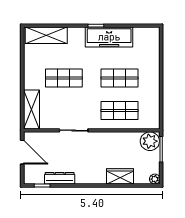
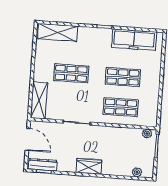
freezer: (109, 37) -> (134, 40), moved
plant: (150, 141) -> (147, 134), width x0.53, depth x0.53
wardrobe: (120, 176) -> (89, 166), moved
dresser: (60, 178) -> (43, 165), moved
plant: (155, 179) -> (137, 172), moved

